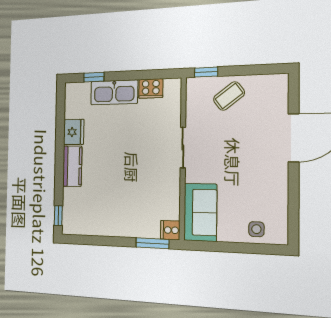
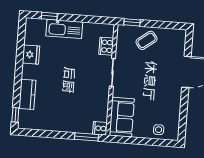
cooker: (151, 88) -> (106, 46), moved, turned 90
kitchen counter: (72, 166) -> (27, 94), moved

